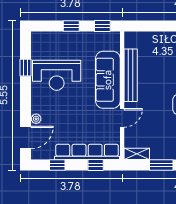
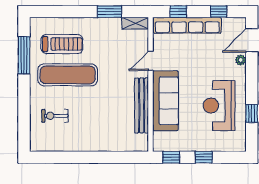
reception desk: (57, 75) -> (219, 106), turned -90

